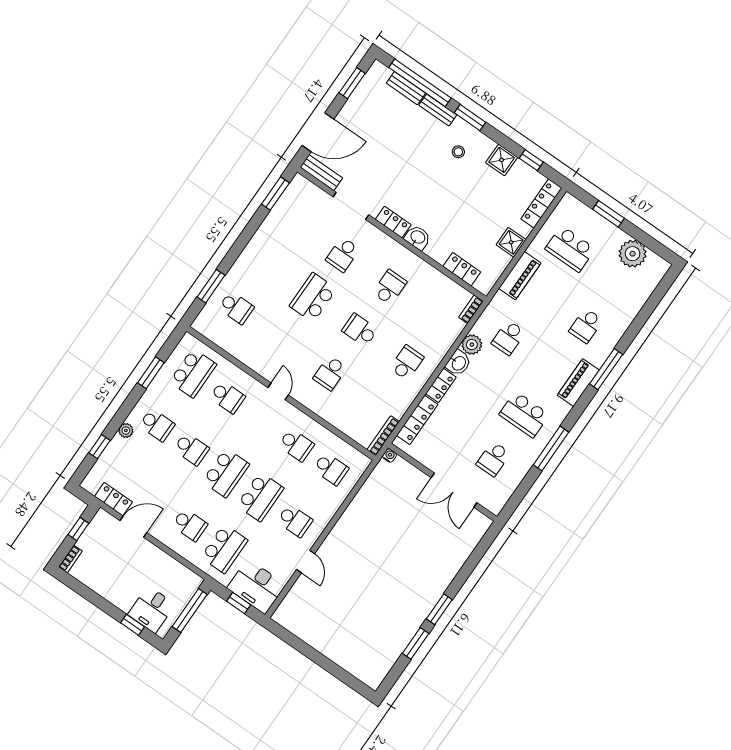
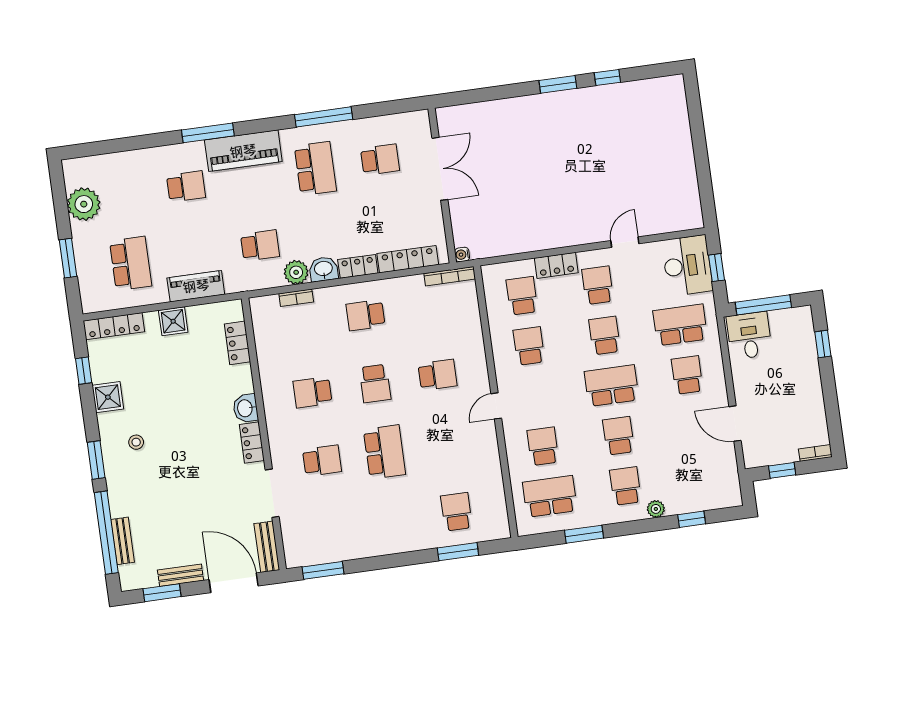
bench: (438, 110) -> (181, 575), moved, turned 90
school desk: (313, 297) -> (384, 452), turned -90
bookcase: (471, 309) -> (296, 298), moved
piano: (578, 383) -> (243, 151), width x1.37, depth x1.33
school desk: (260, 497) -> (605, 335), width x0.54
locker: (113, 499) -> (556, 265), moved, turned -90
desk: (152, 609) -> (749, 336), moved, turned -90
window: (416, 643) -> (607, 78), width x0.67

